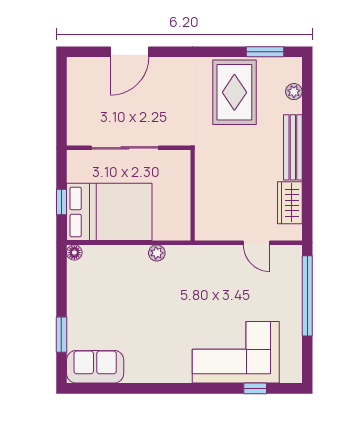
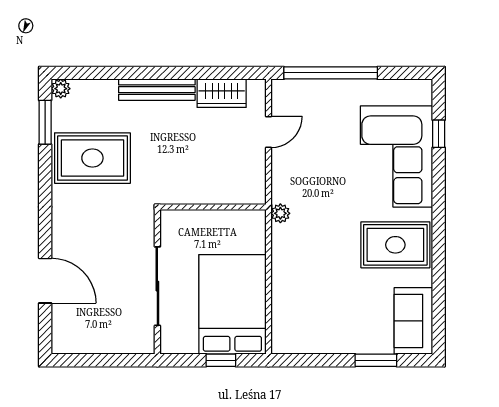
plant: (294, 92) -> (61, 89), moved
floor lamp: (74, 253) -> (280, 345), removed
plant: (157, 253) -> (280, 213), moved
rug: (160, 351) -> (395, 245), added

